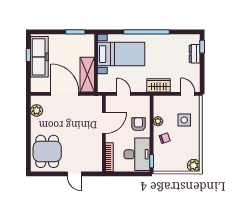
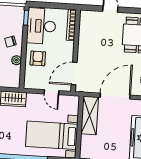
door: (65, 94) -> (115, 96), swing flipped
door: (104, 123) -> (74, 74), moved
armchair: (138, 124) -> (38, 58), turned 180

